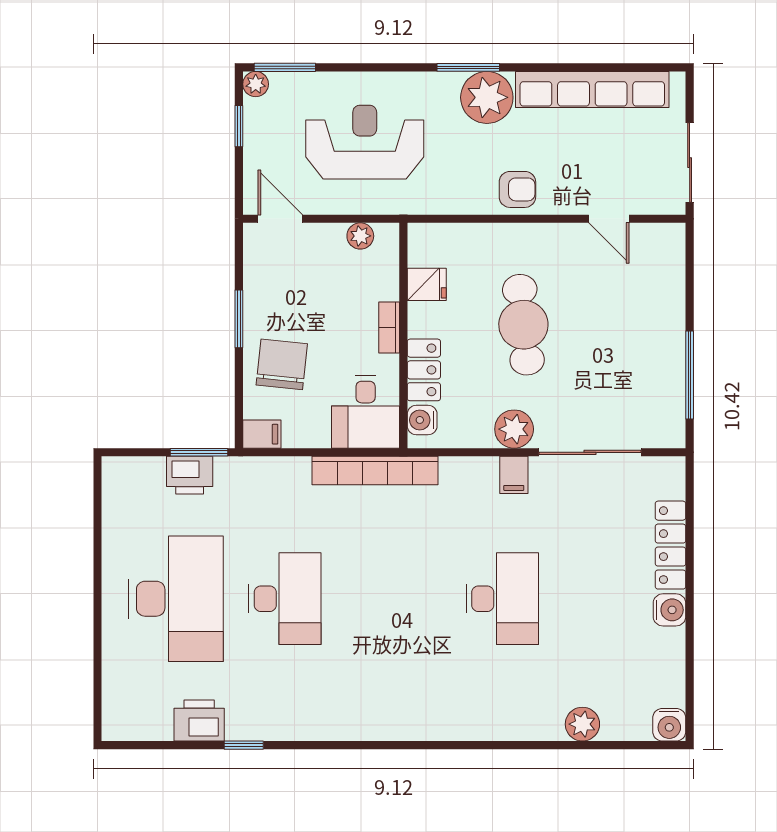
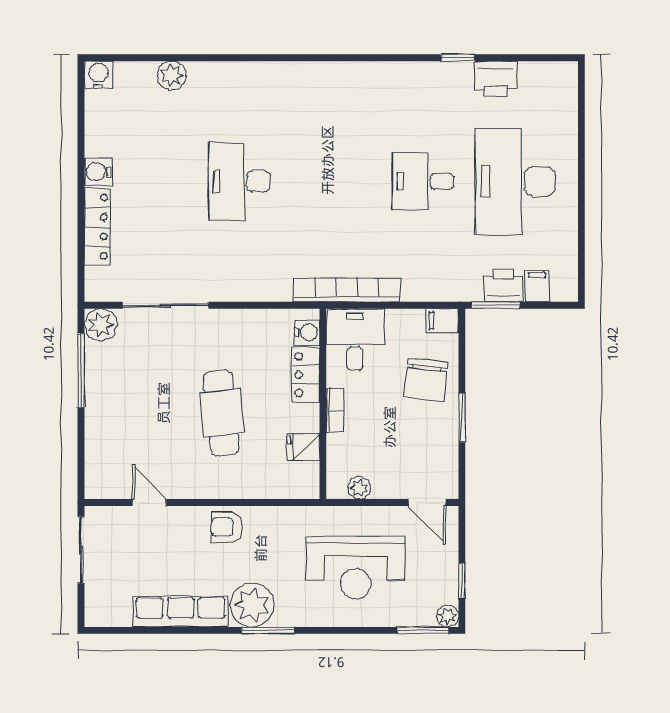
row of seats: (592, 90) -> (181, 612), width x0.73
plant: (514, 429) -> (101, 325), moved
filing cabinet: (514, 475) -> (537, 286), moved
desk: (285, 599) -> (423, 181), width x0.73

